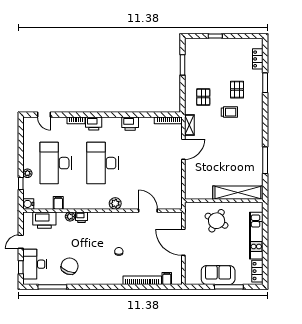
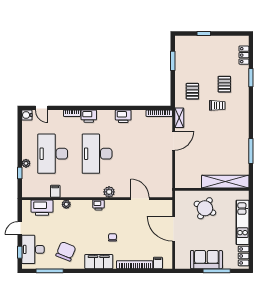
water cooler: (28, 204) -> (27, 115), moved
printer: (81, 217) -> (98, 205), moved
filing cabinet: (104, 277) -> (99, 262), added

